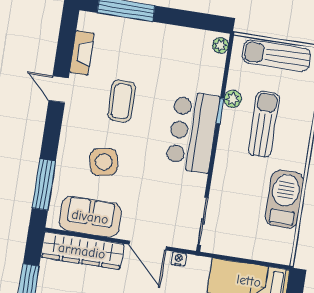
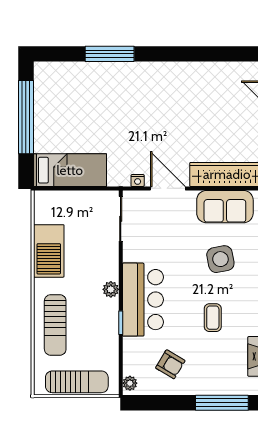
armchair: (174, 59) -> (170, 364), added
plant: (233, 99) -> (111, 289), moved
coffee table: (122, 101) -> (213, 318), width x0.73, depth x0.77
sun lounger: (264, 124) -> (55, 325), moved

